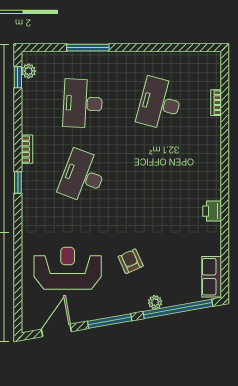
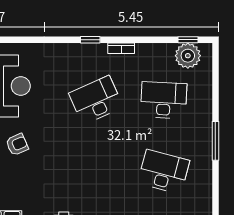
window: (88, 48) -> (215, 141), moved
plant: (29, 71) -> (188, 56), width x1.88, depth x1.88
desk: (83, 176) -> (96, 100), turned -45

